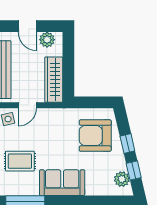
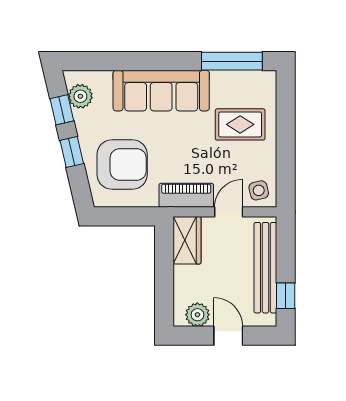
wardrobe: (54, 80) -> (187, 240), width x0.67
piano: (54, 116) -> (186, 195), added
sofa: (62, 183) -> (161, 91), width x1.36

